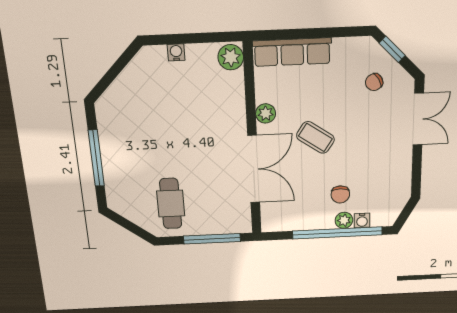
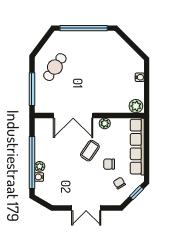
row of seats: (292, 52) -> (137, 147), width x1.36
double door: (418, 119) -> (86, 208), moved
window: (96, 158) -> (84, 28), width x1.46
chair: (340, 194) -> (109, 164), moved
cafe table: (171, 204) -> (55, 67), turned -55

